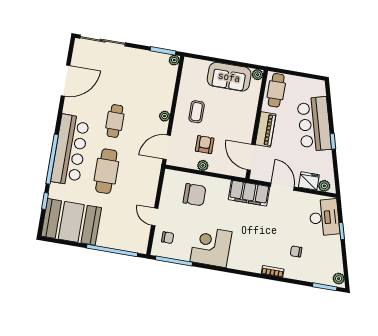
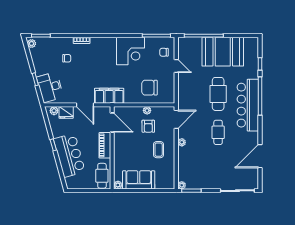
booth: (71, 222) -> (223, 52), moved

